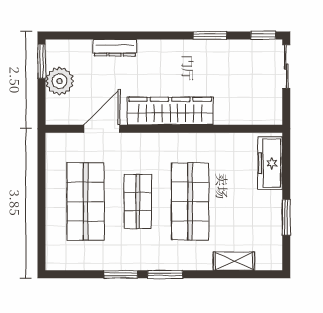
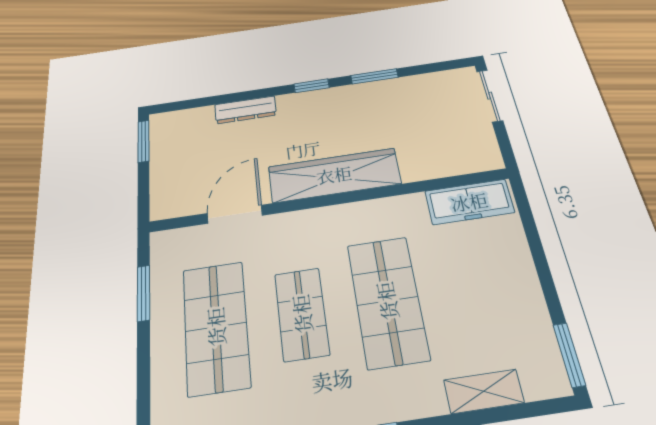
window: (263, 35) -> (312, 86), moved
plant: (60, 81) -> (169, 161), removed
freezer: (270, 163) -> (469, 202), moved, turned -90
window: (42, 173) -> (143, 293), added
window: (286, 217) -> (569, 355), moved

